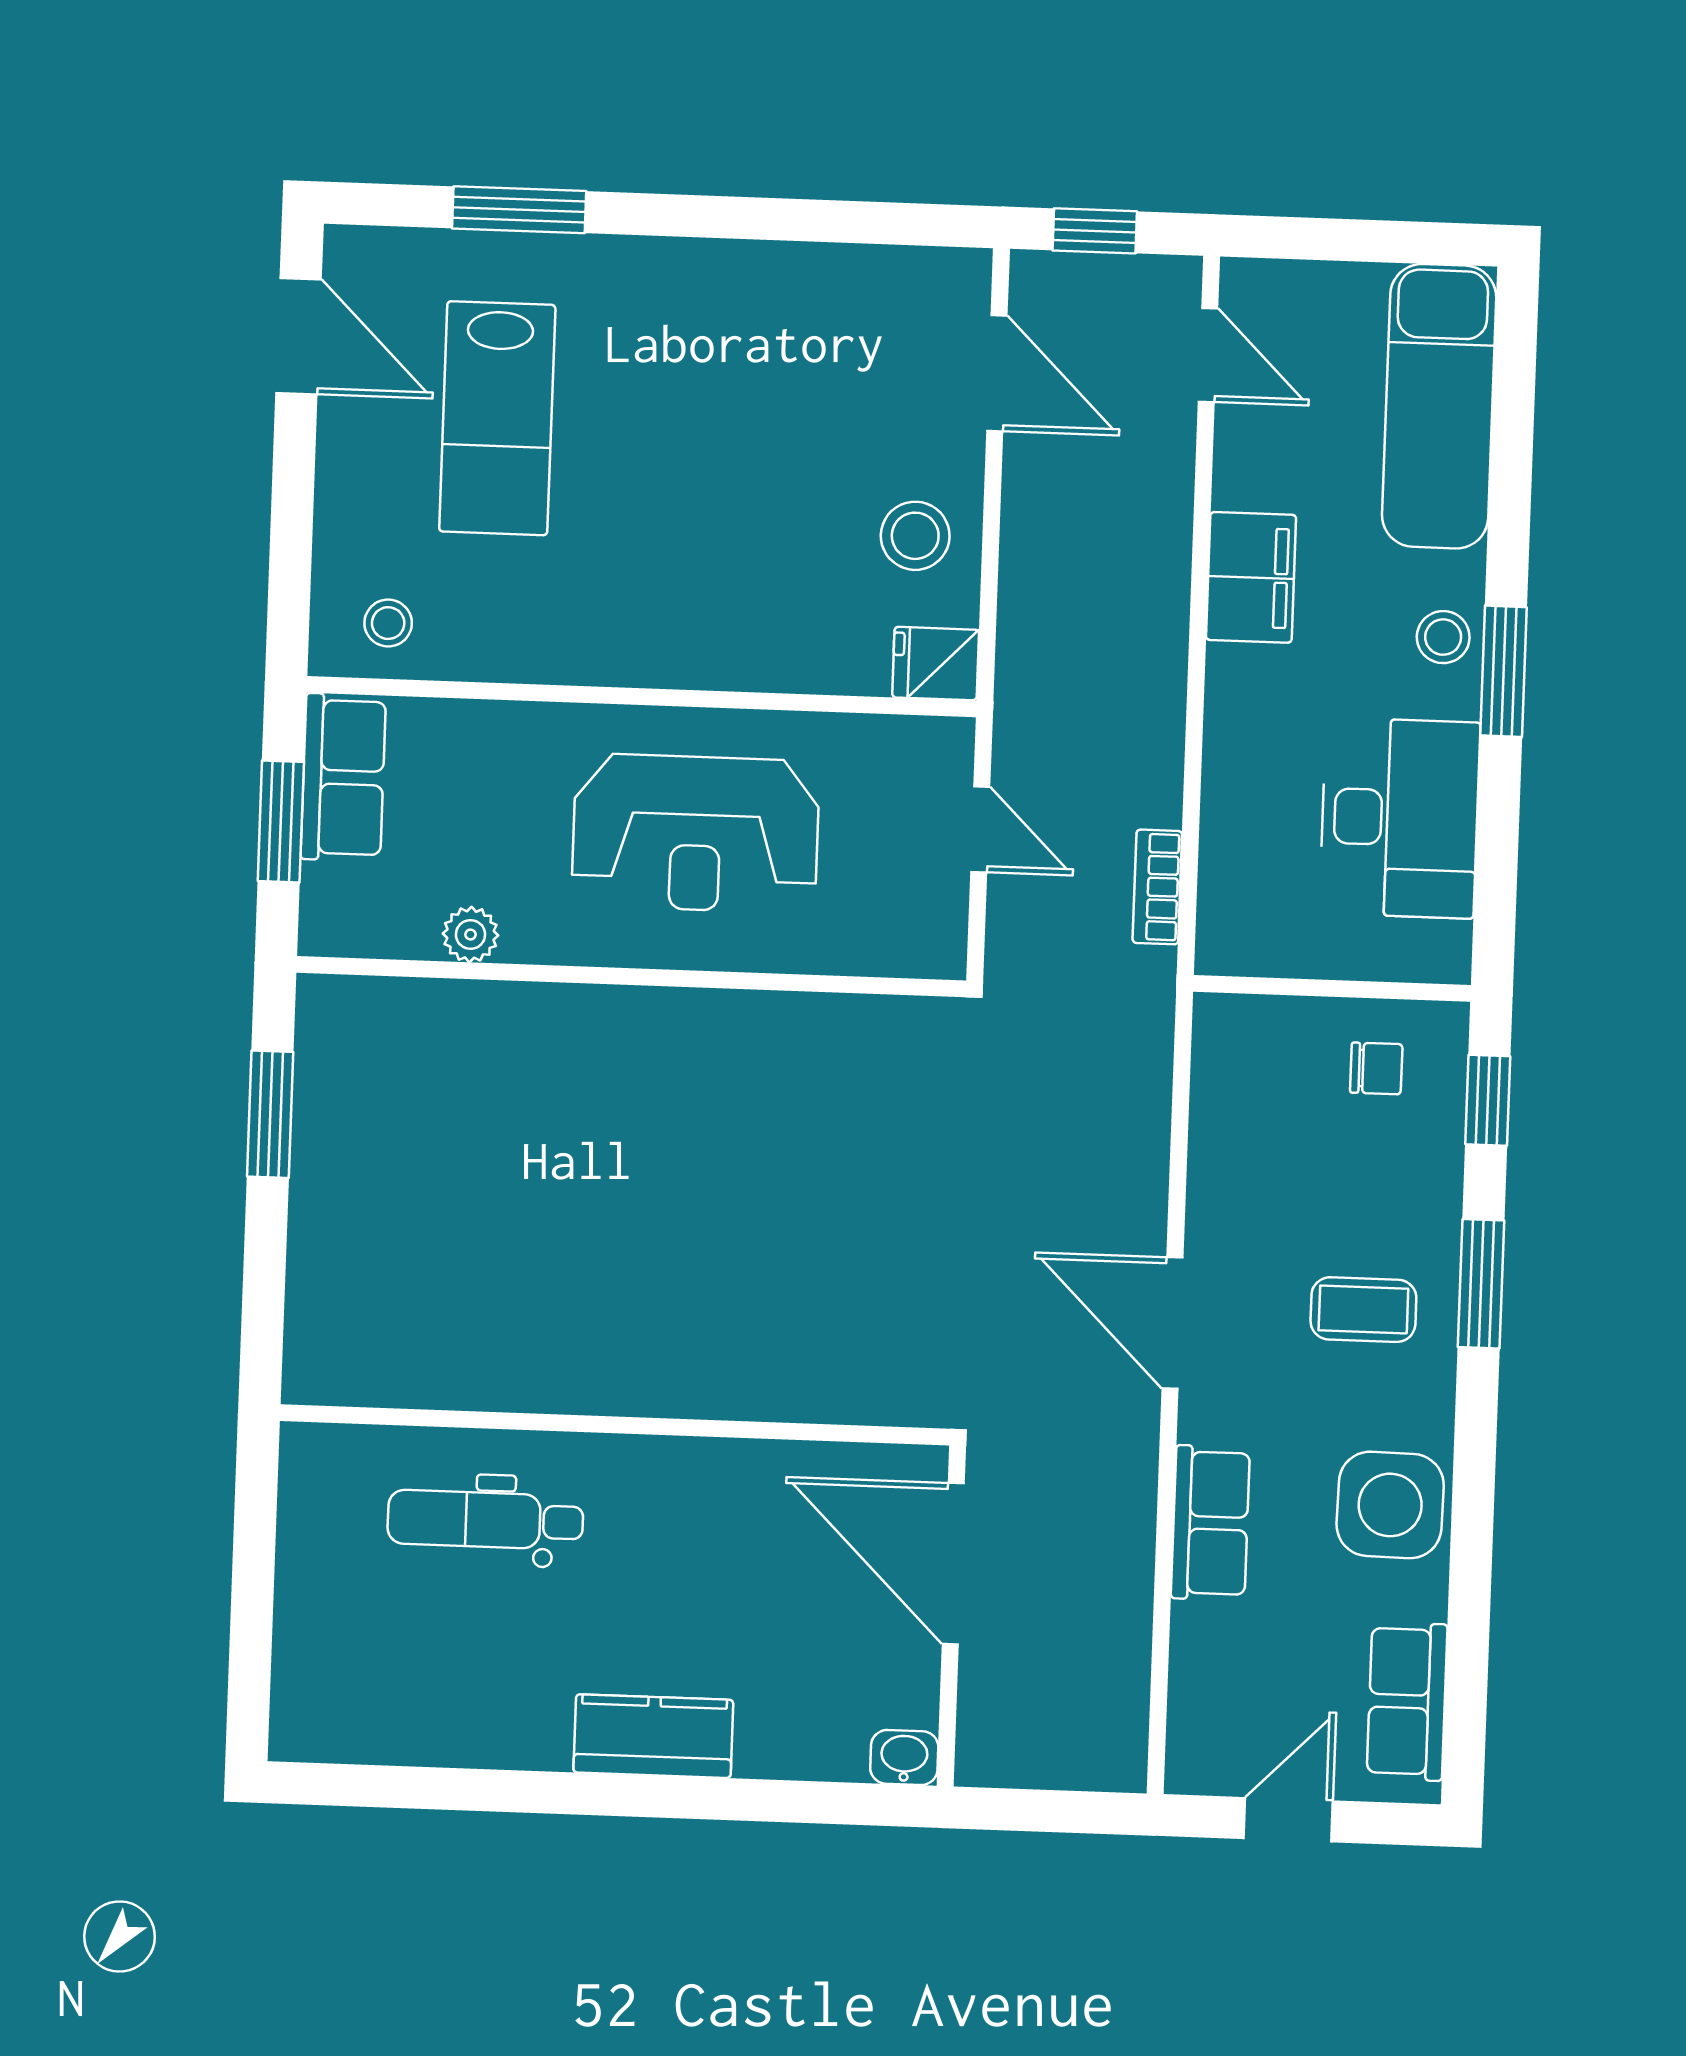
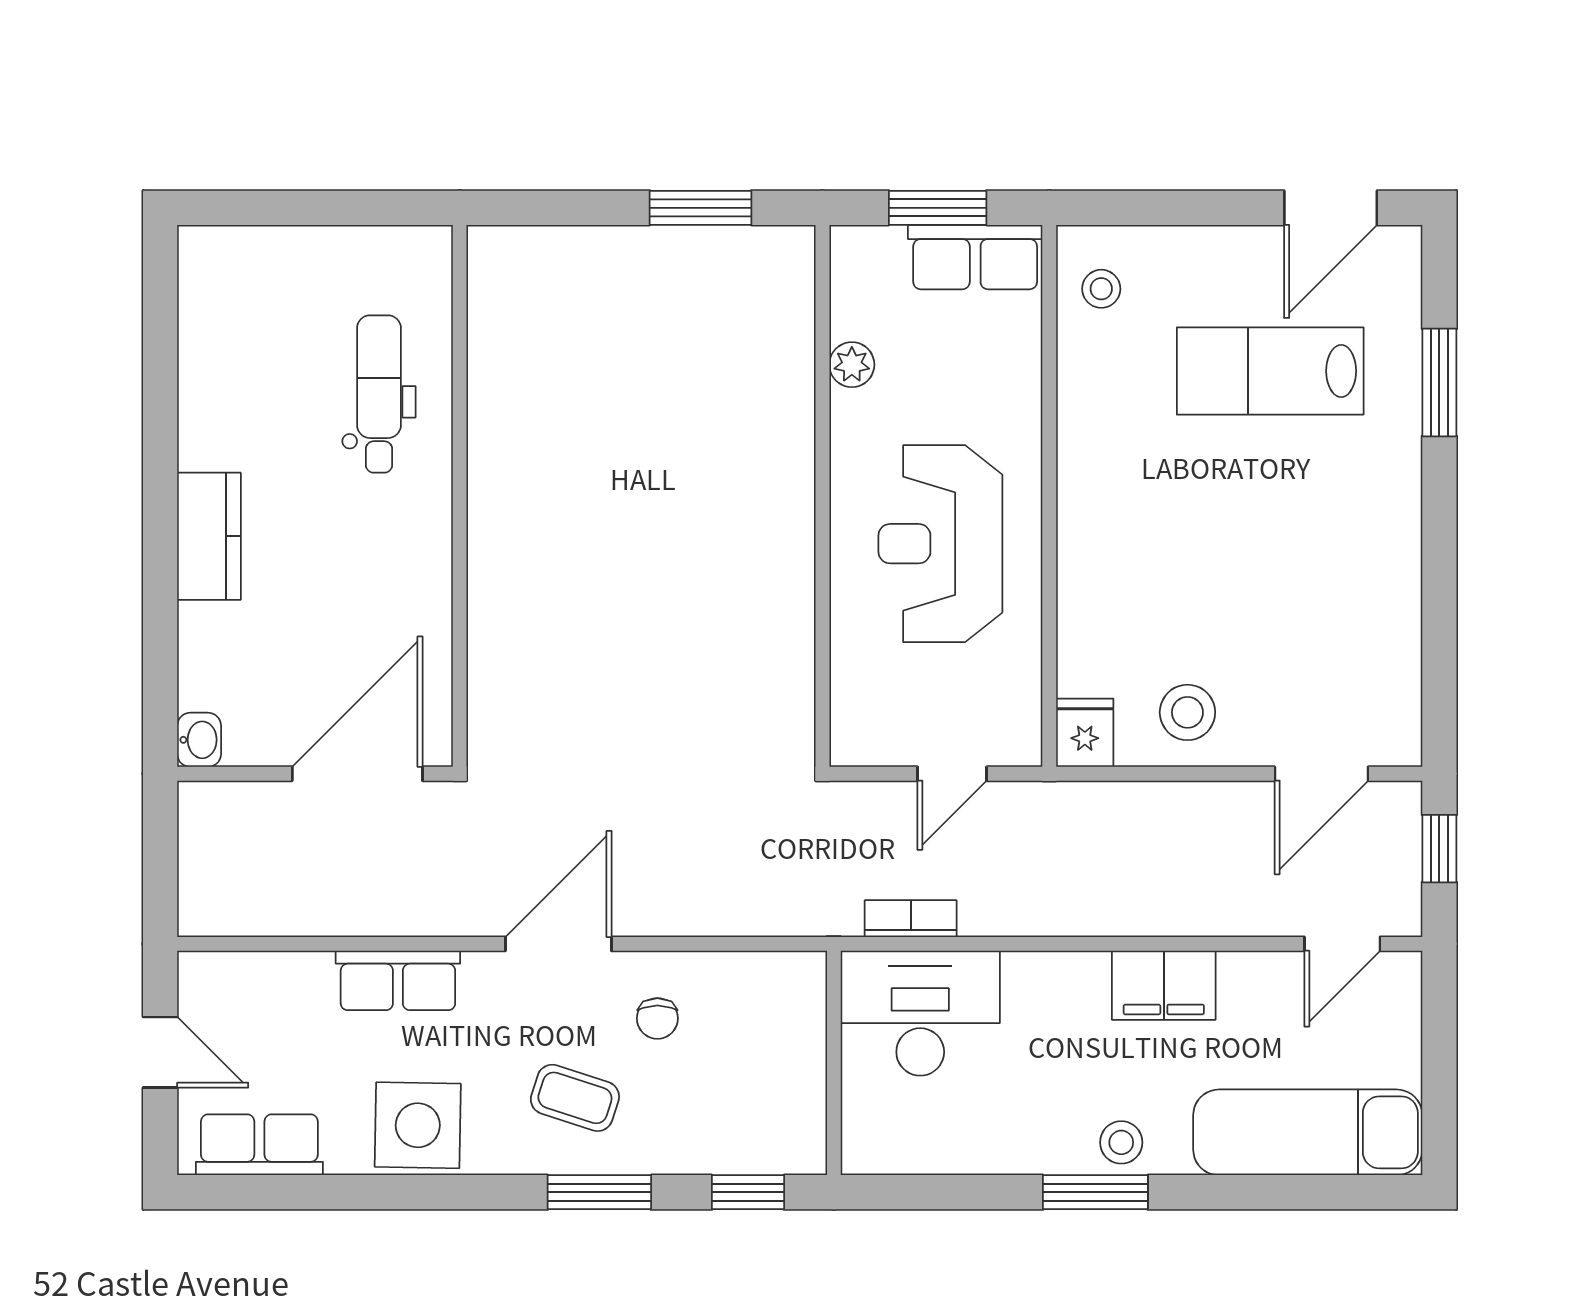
desk: (1400, 818) -> (920, 1013), moved, turned 180
chair: (1376, 1068) -> (657, 1018), moved
coffee table: (1363, 1310) -> (575, 1098), turned -72

